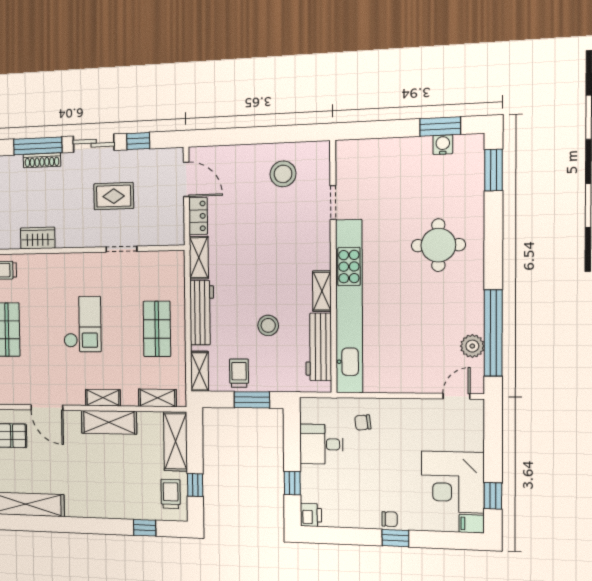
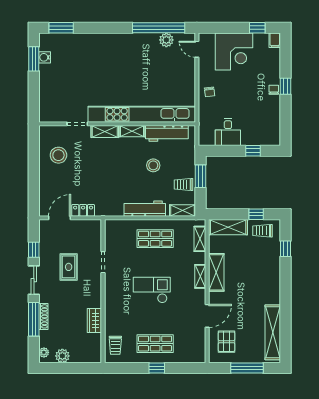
round table: (438, 245) -> (105, 60), removed
shelving: (199, 258) -> (105, 132), moved
chair: (363, 422) -> (210, 92), moved
corner desk: (453, 482) -> (234, 51), moved
printer: (311, 515) -> (273, 139), removed

